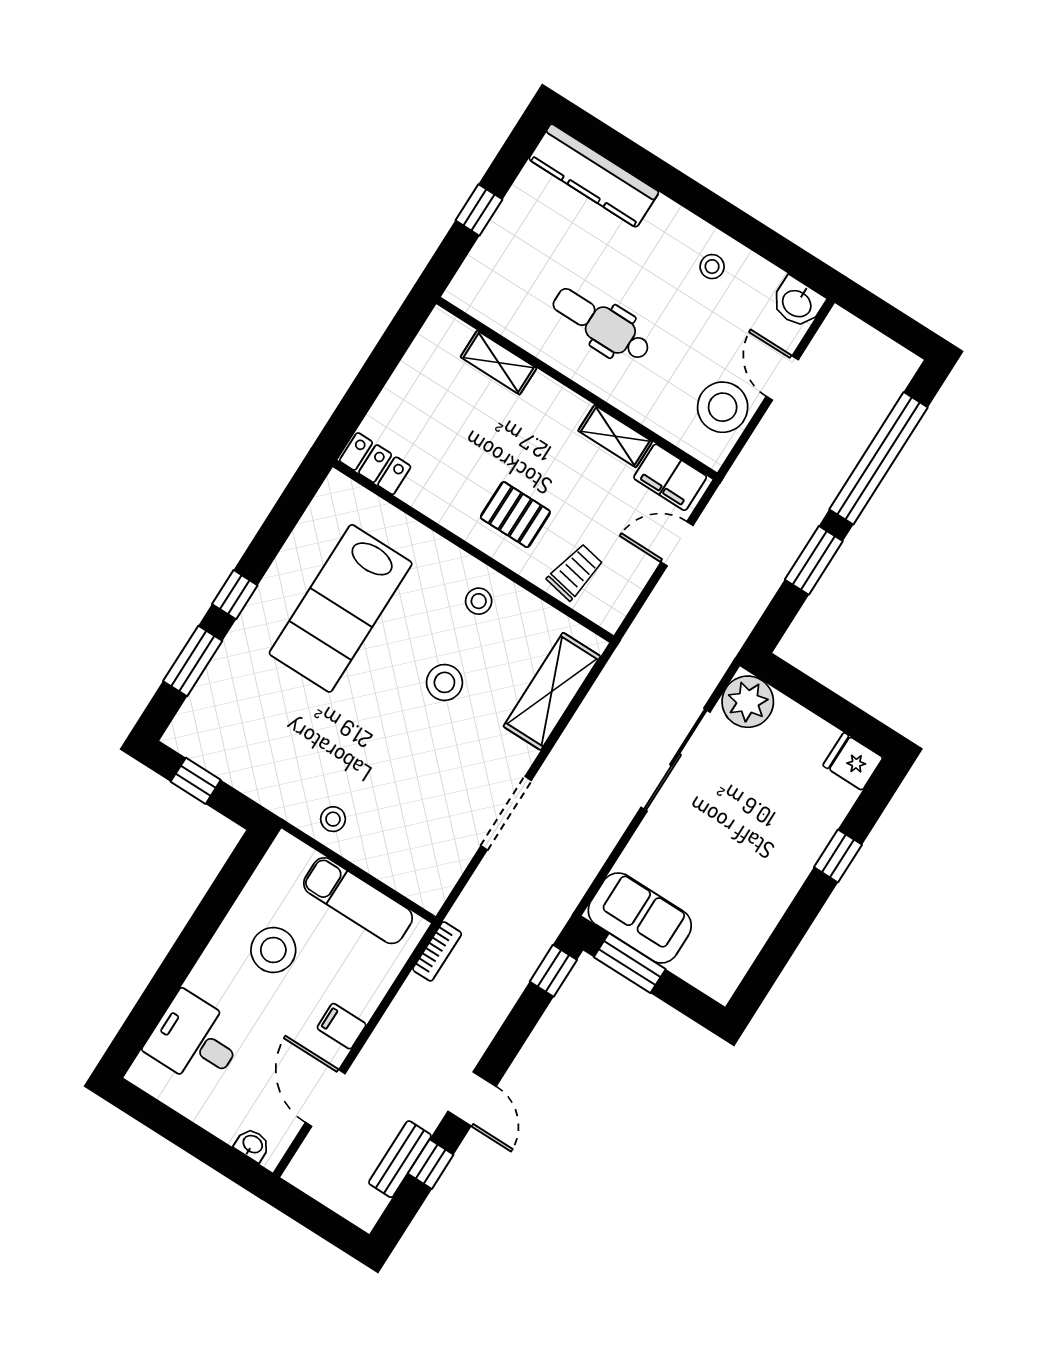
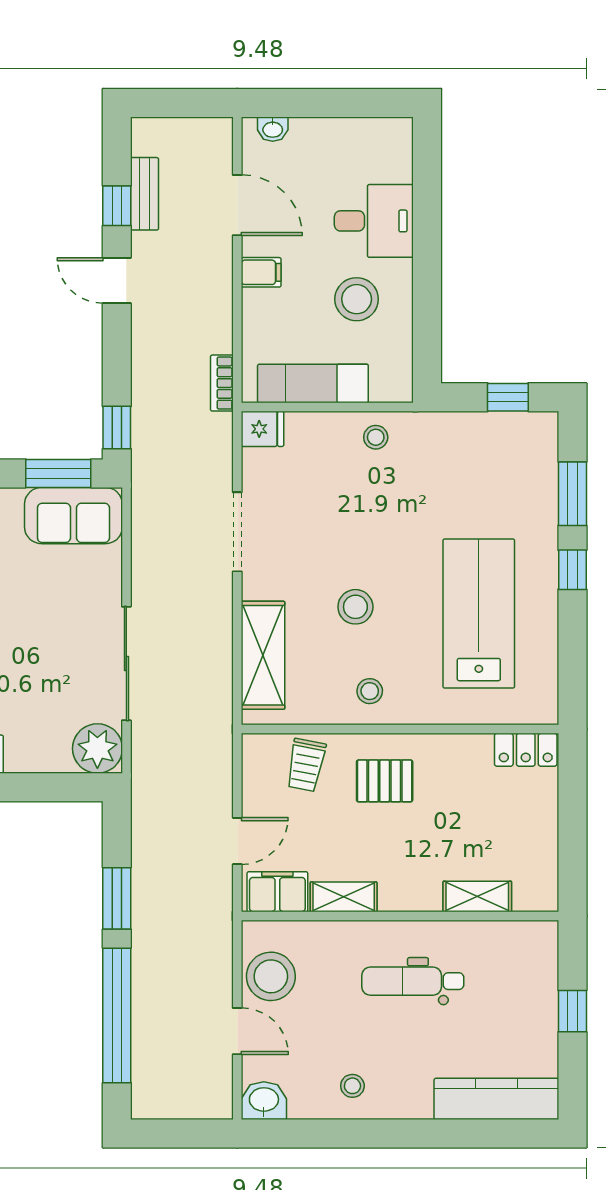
dental chair: (601, 324) -> (413, 981), turned 180
fridge: (427, 889) -> (263, 429), added
desk: (195, 1040) -> (374, 221), moved

